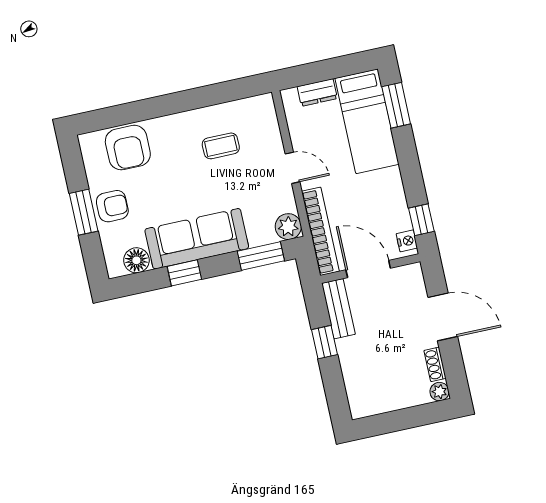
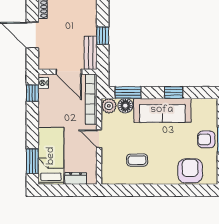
floor lamp: (136, 260) -> (125, 106), moved

